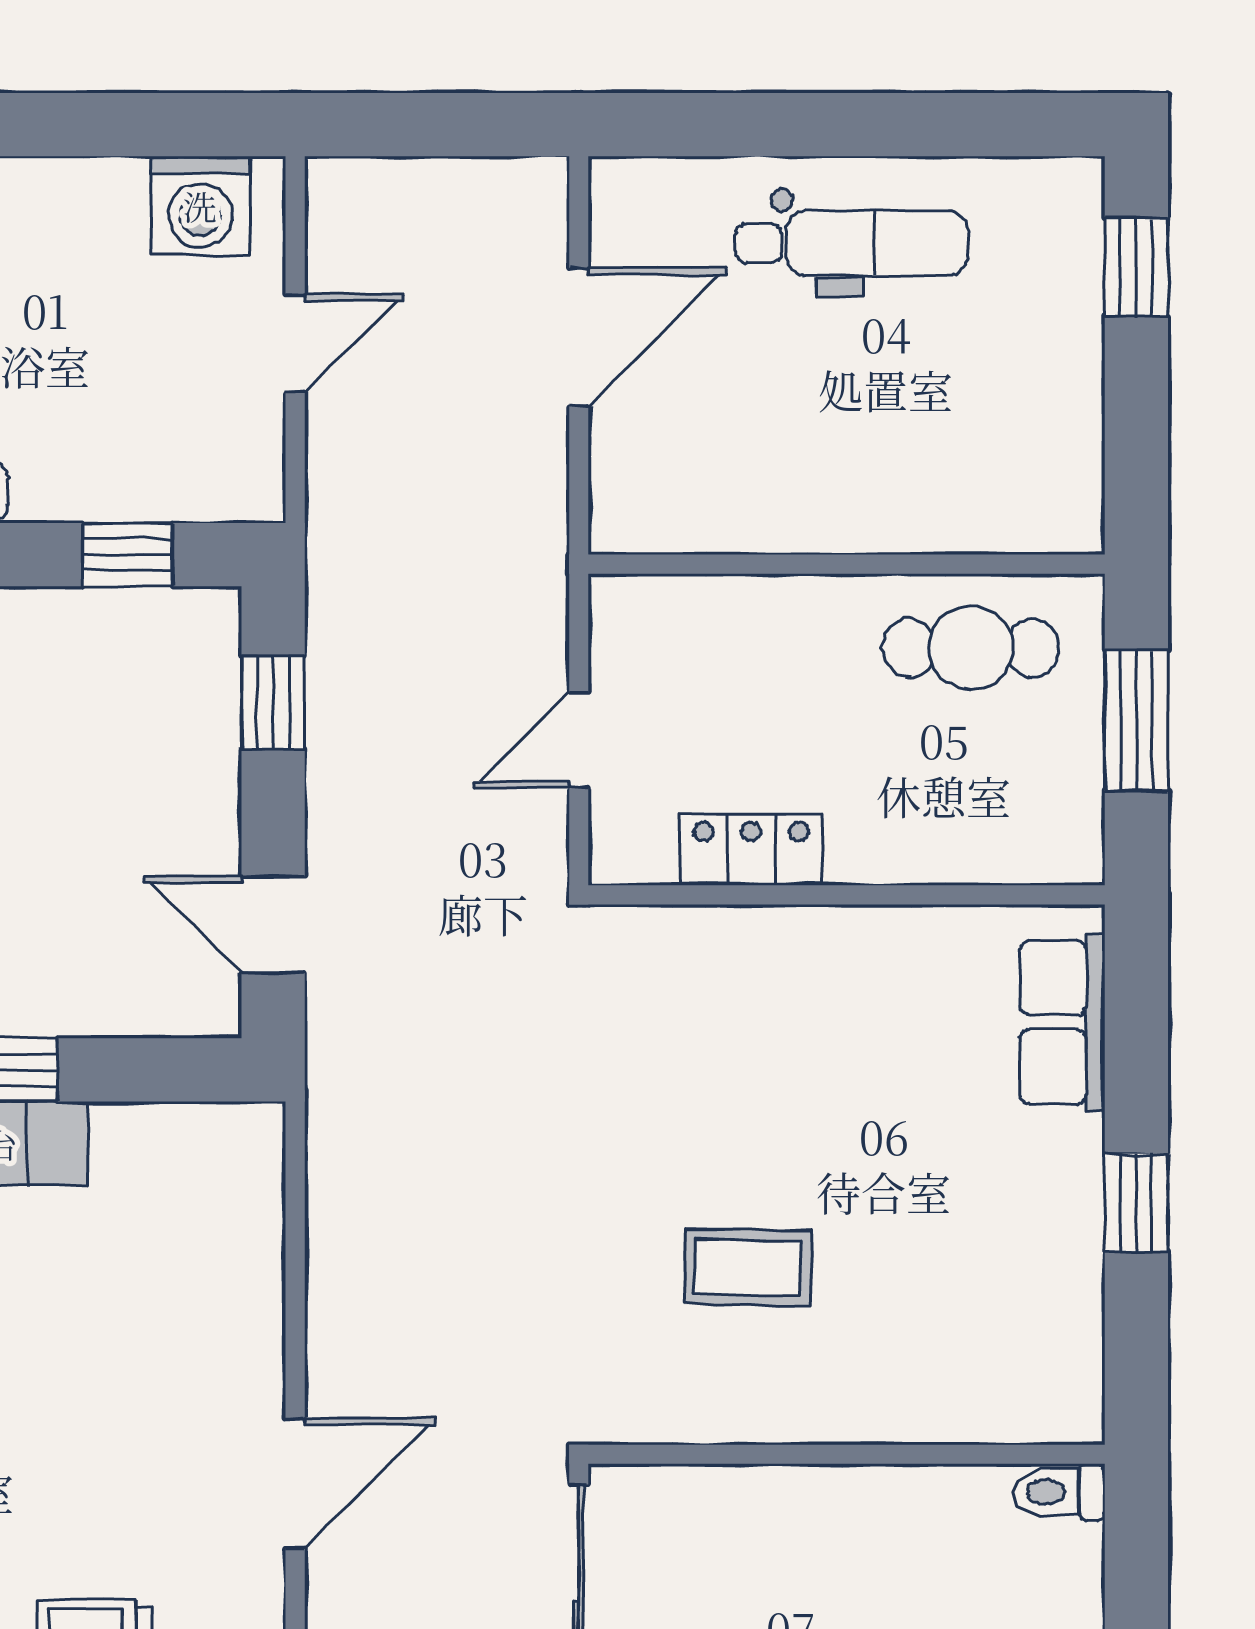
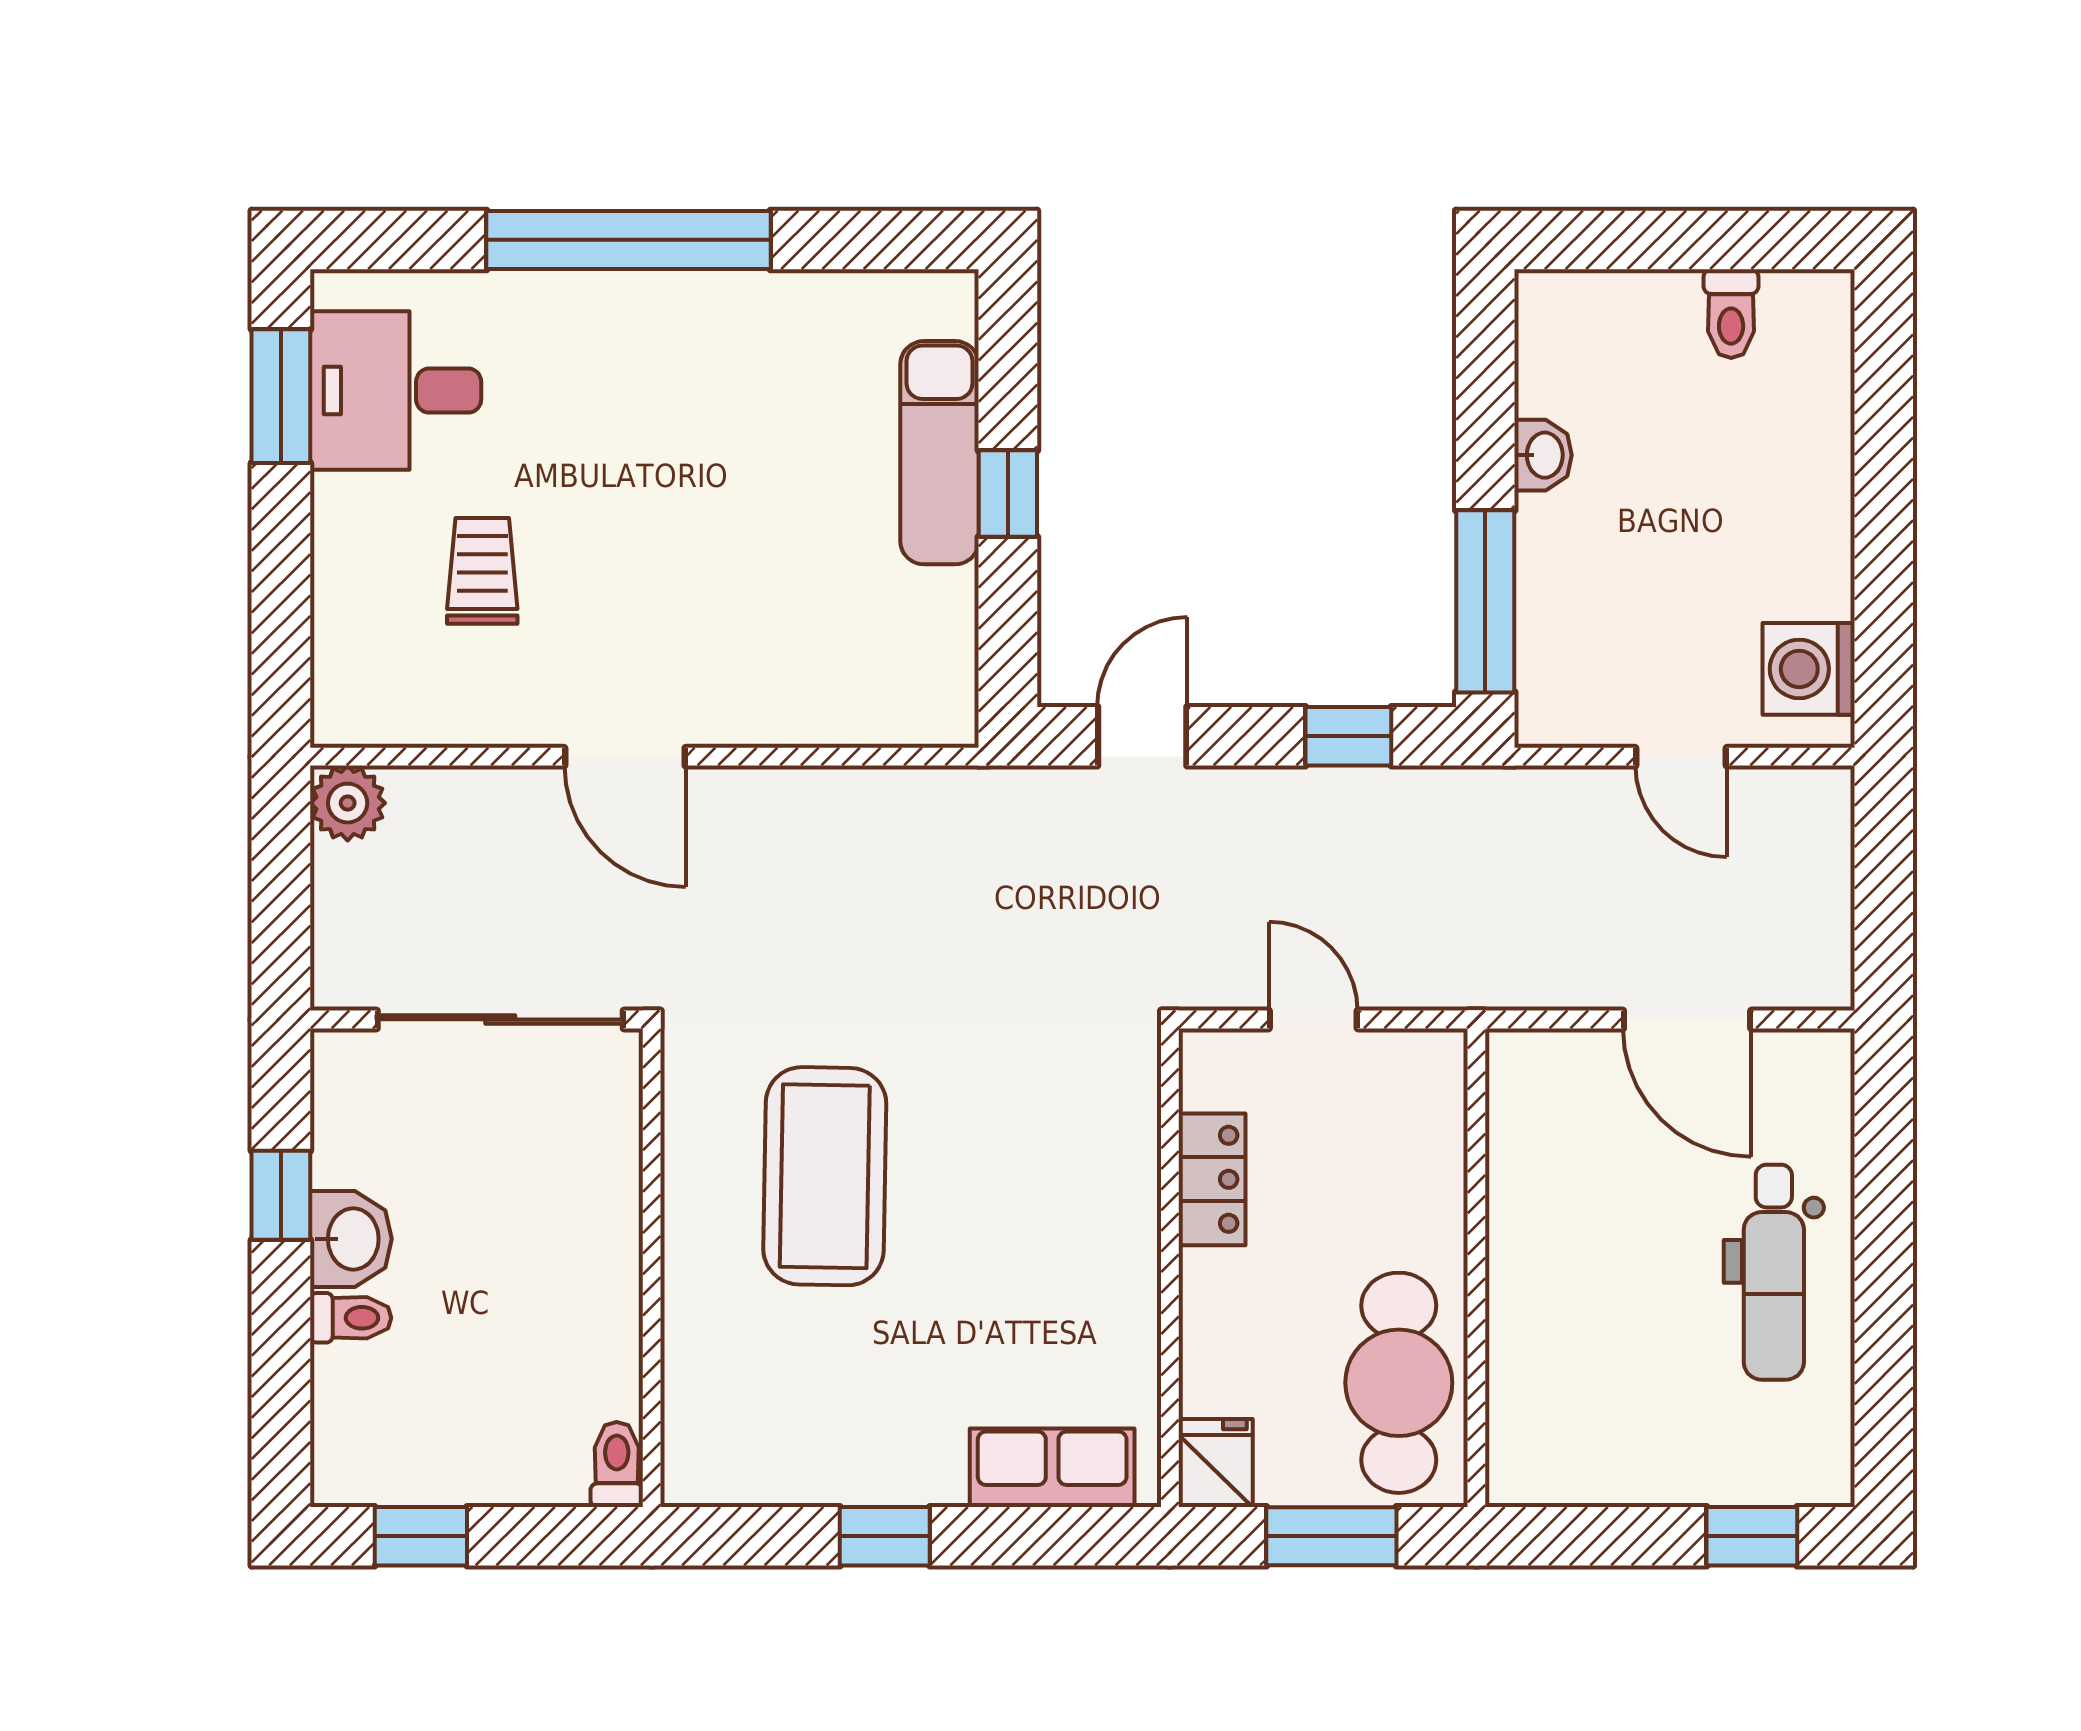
window: (127, 555) -> (1485, 601), width x2.17
cafe table: (971, 648) -> (1399, 1383), width x1.37, depth x1.35
fridge: (1057, 846) -> (1216, 1463), added
coffee table: (748, 1267) -> (825, 1176), width x1.86, depth x1.72

